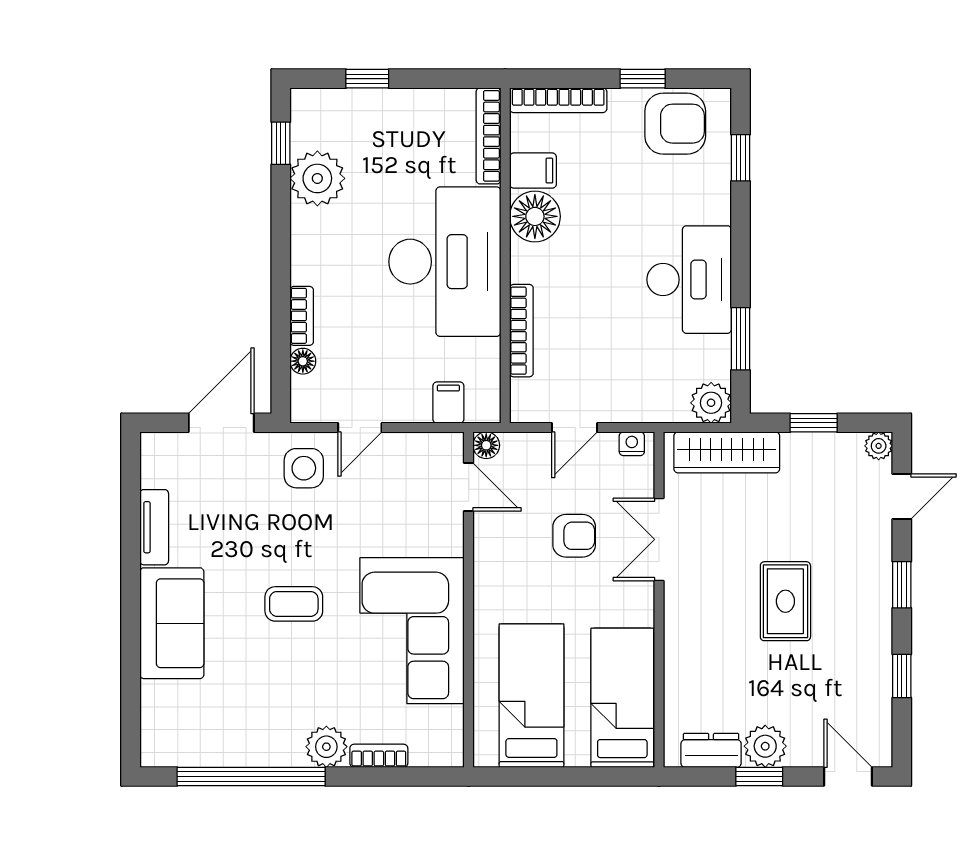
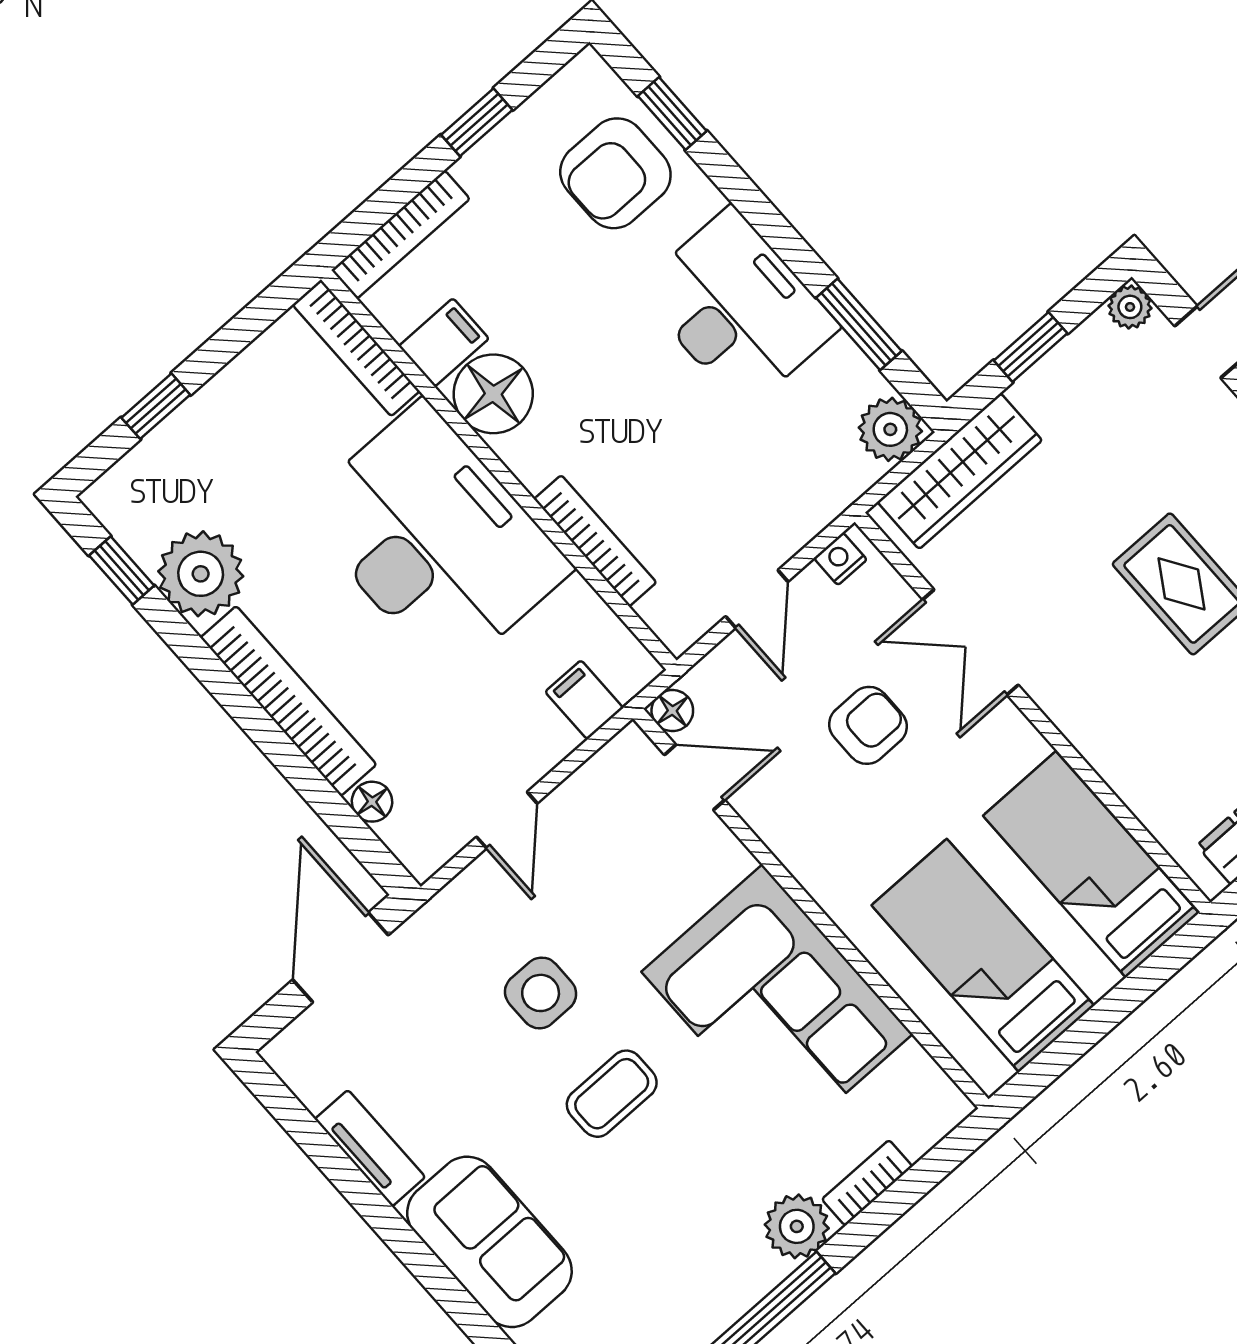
armchair: (675, 124) -> (615, 173), moved, turned 180
bookcase: (302, 316) -> (288, 701), width x2.31, depth x1.31
side table: (304, 468) -> (541, 993), moved

